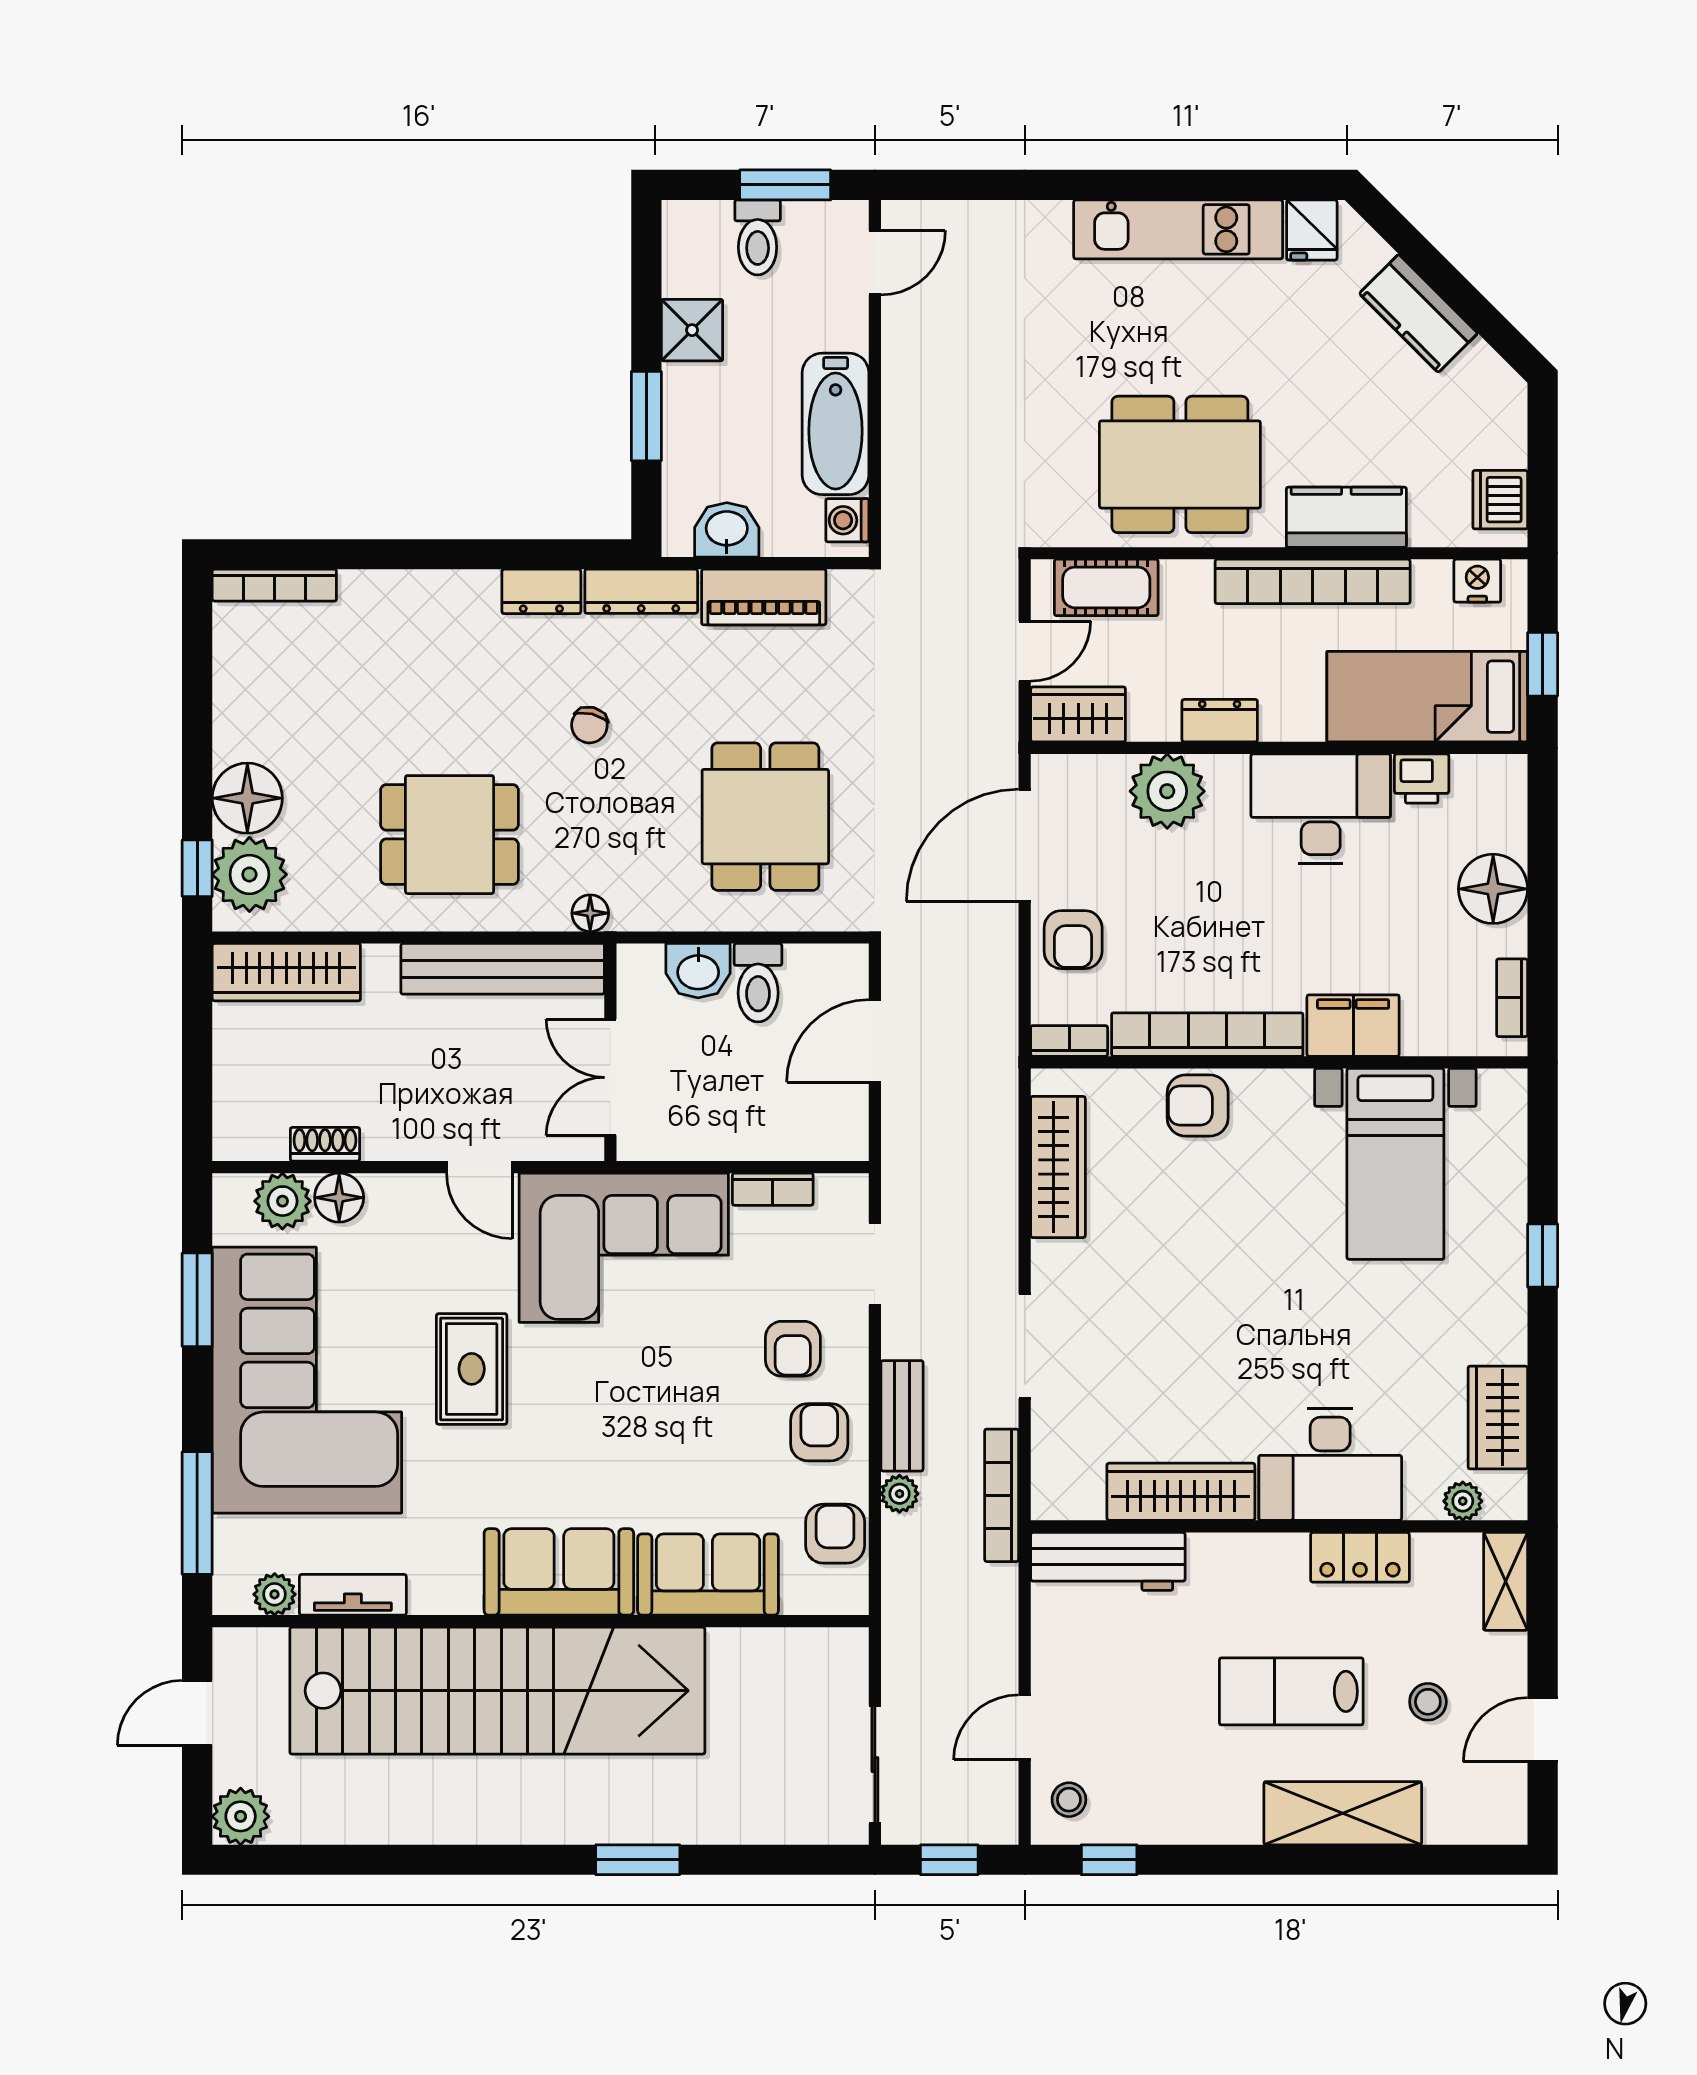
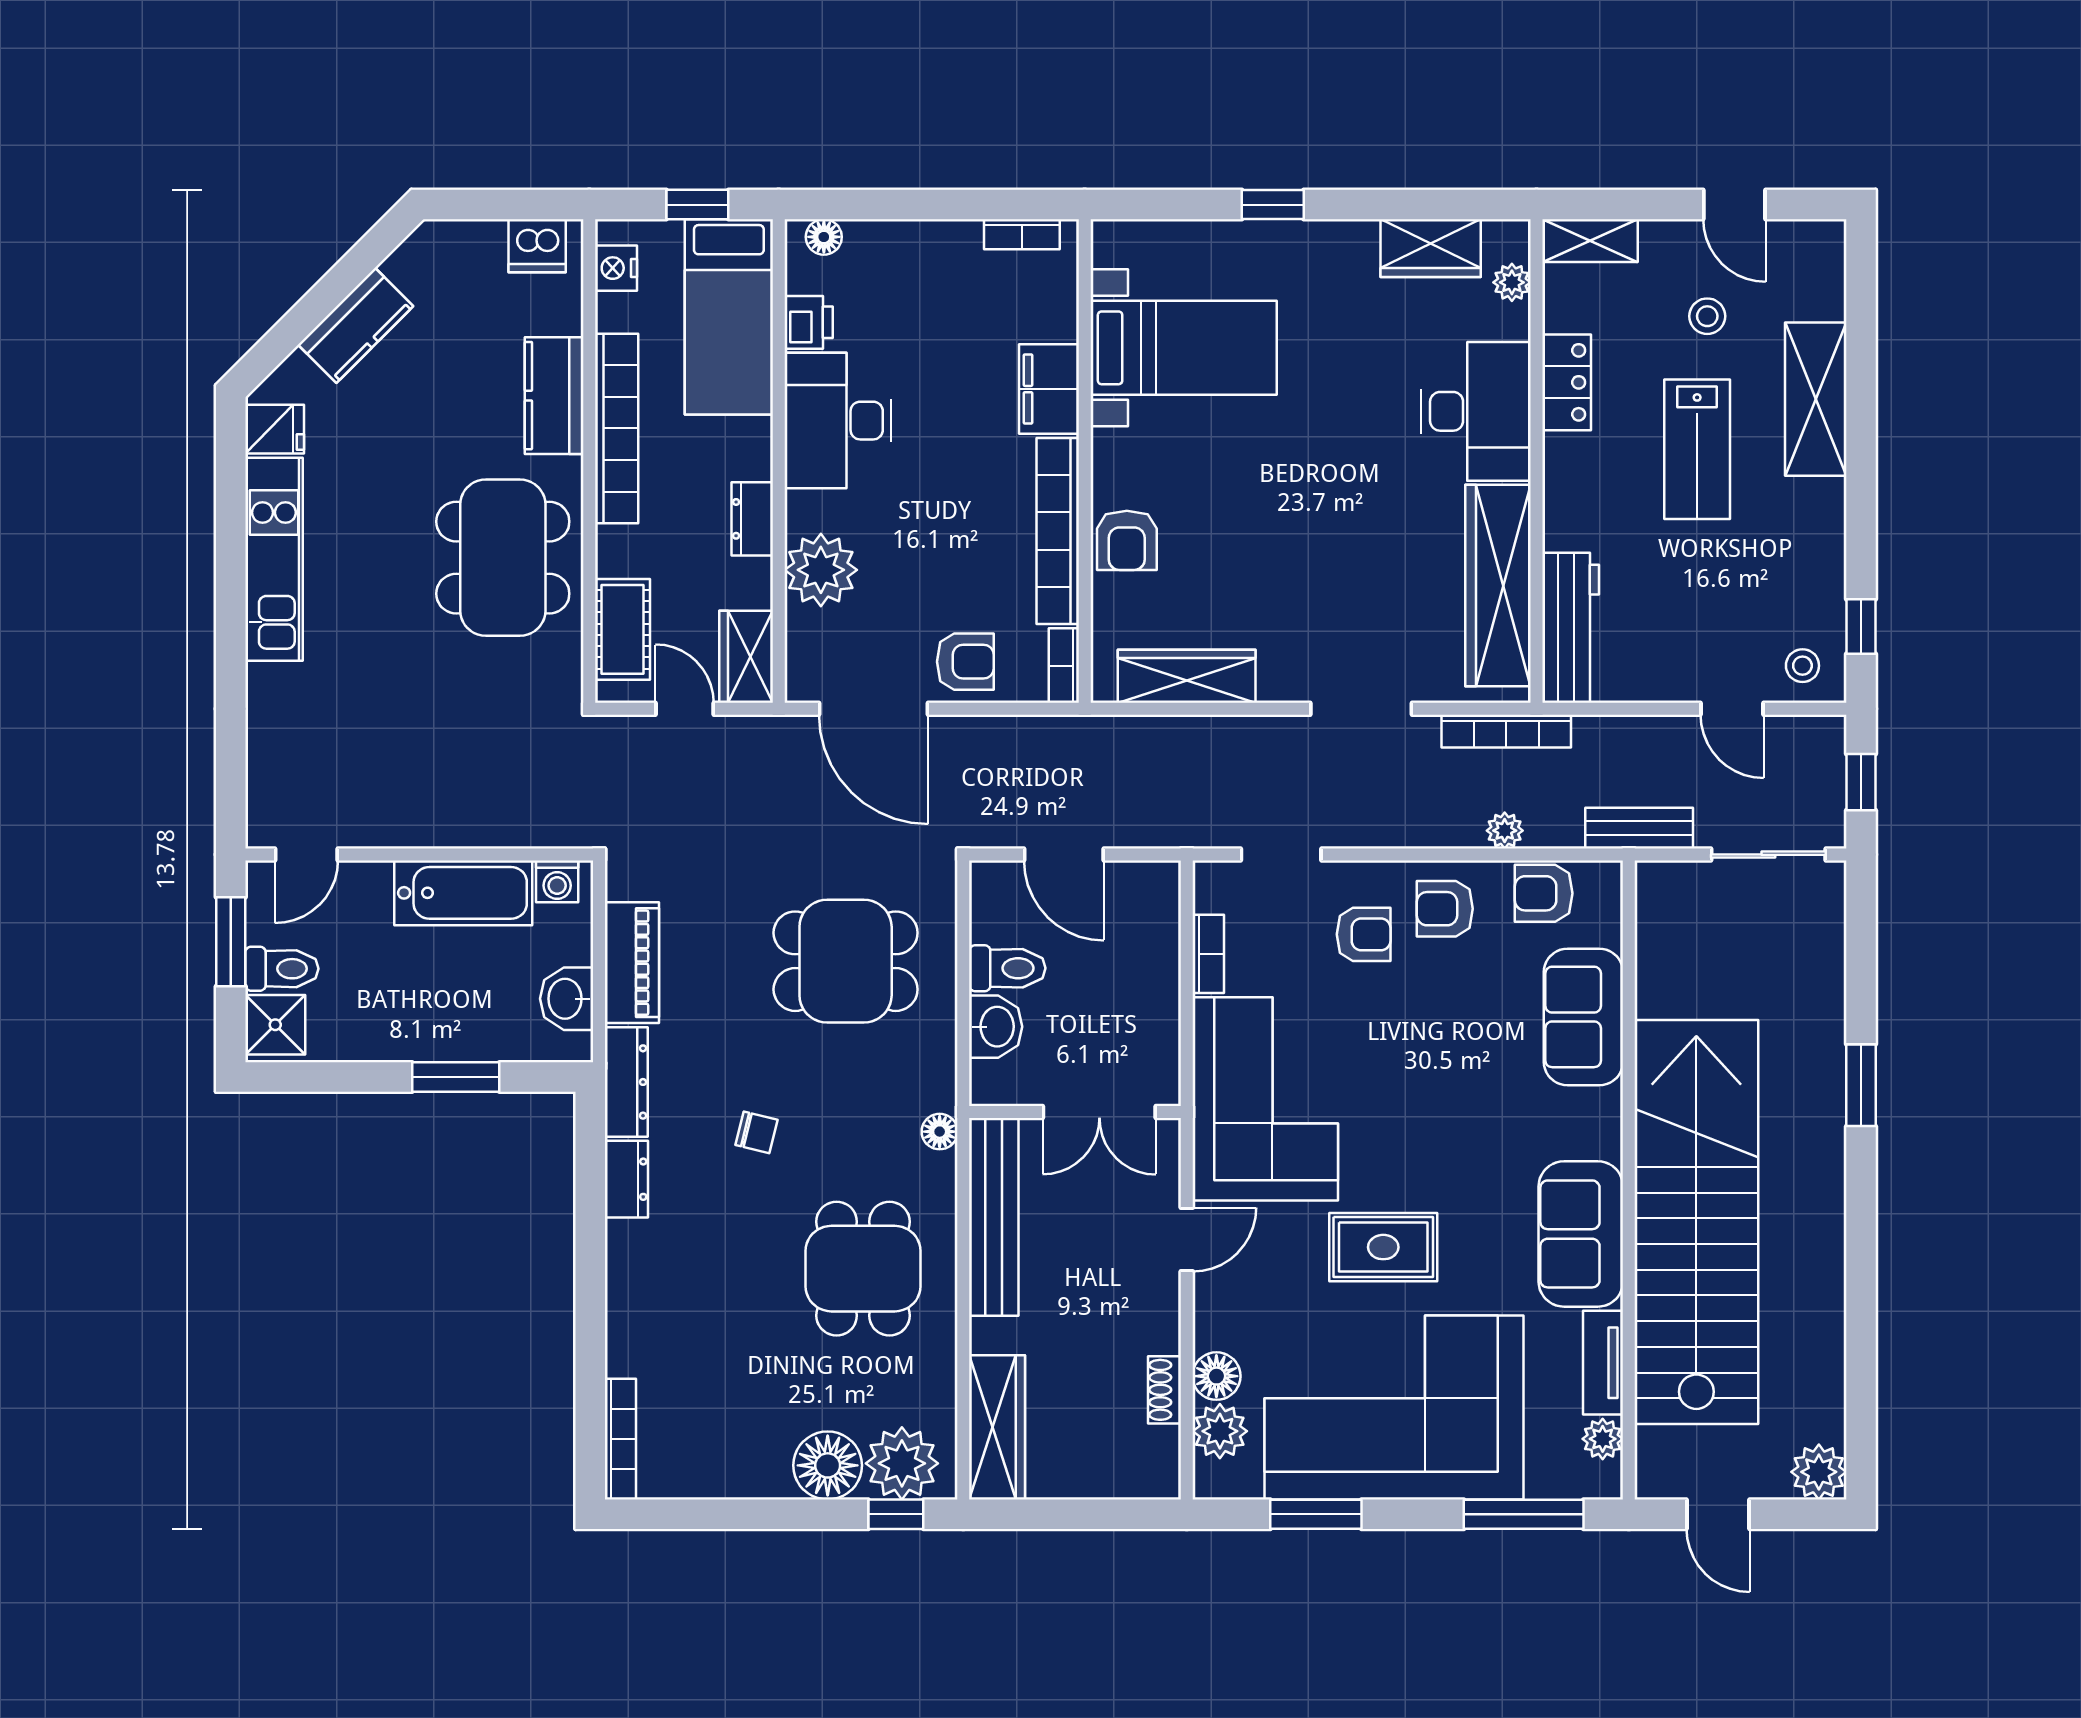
door: (875, 263) -> (306, 855), swing flipped
shower: (692, 330) -> (275, 1025), moved
floor lamp: (1493, 889) -> (824, 237), moved, width x0.53, depth x0.53
bench: (902, 1416) -> (1639, 828), moved
wardrobe: (1181, 1492) -> (1498, 585), width x1.40, depth x1.17
sofa: (559, 1572) -> (1581, 1234), moved

